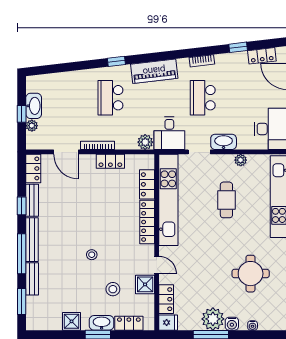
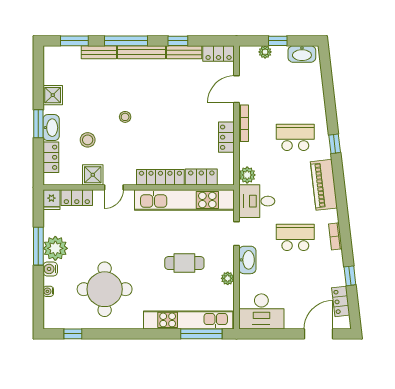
washbasin: (34, 106) -> (302, 54), moved
round table: (251, 274) -> (105, 289), width x1.36, depth x1.36

